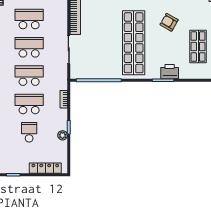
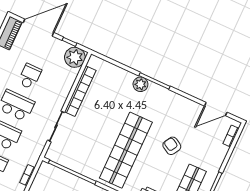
school desk: (29, 19) -> (30, 76), width x0.54

